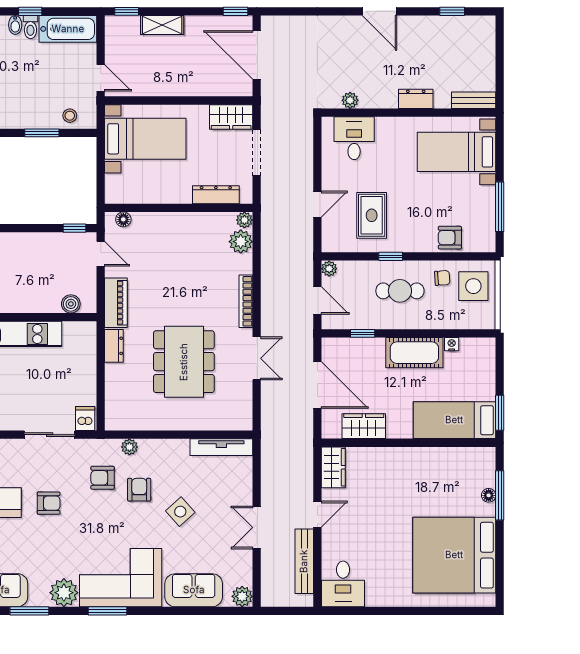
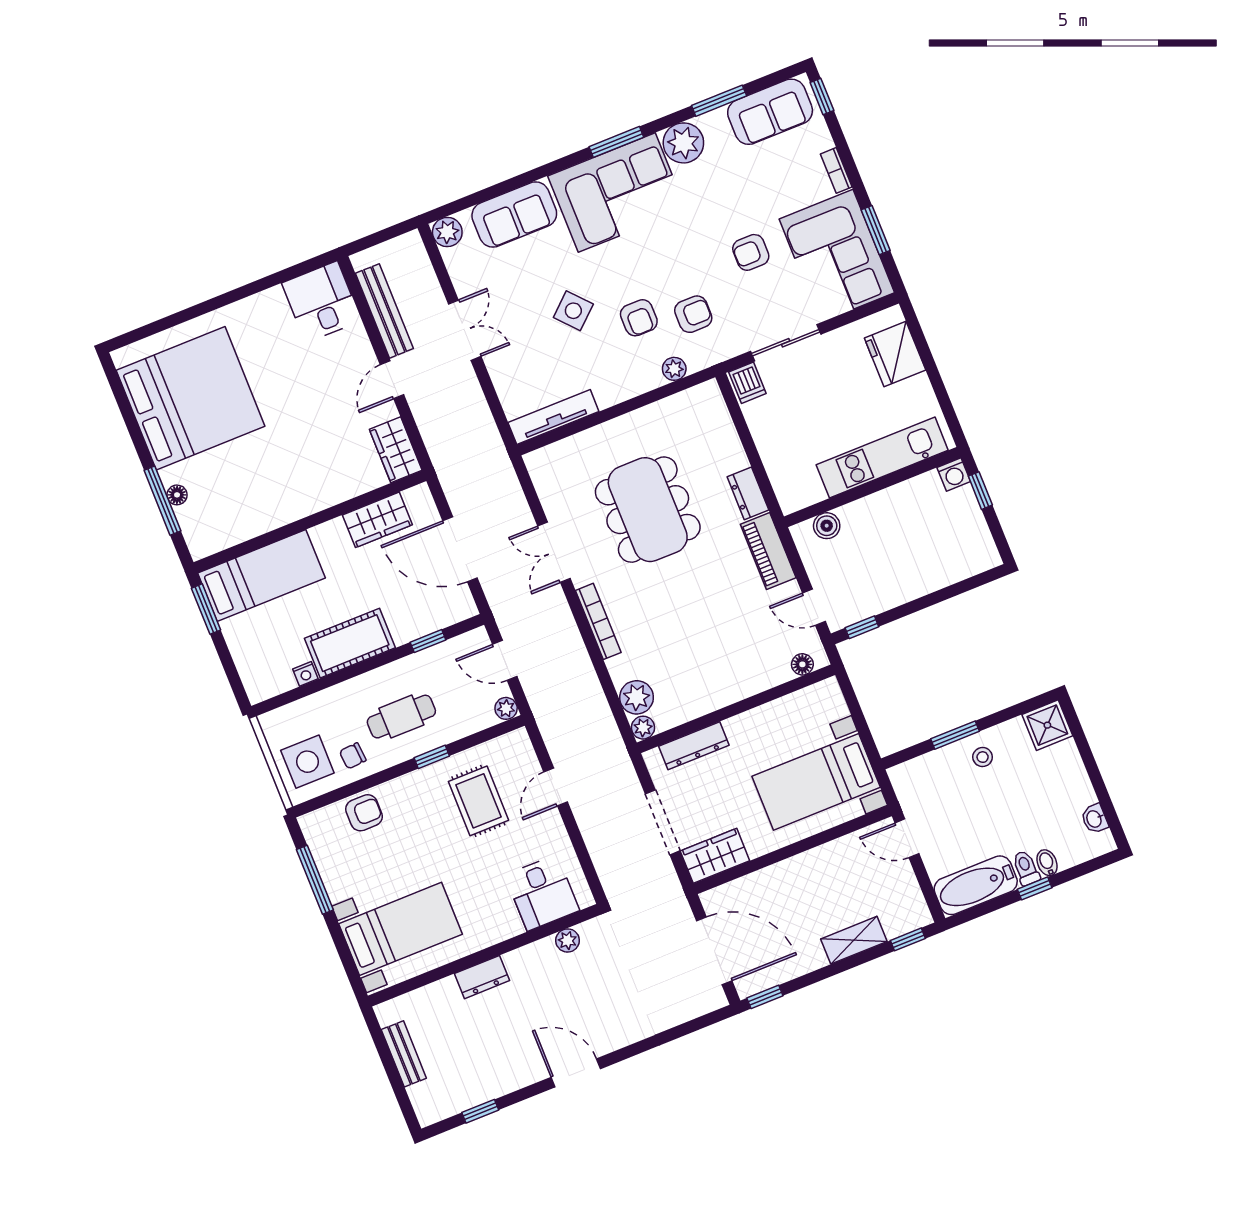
bench: (474, 100) -> (404, 1054), moved, turned 90
stool: (70, 116) -> (983, 757), moved

